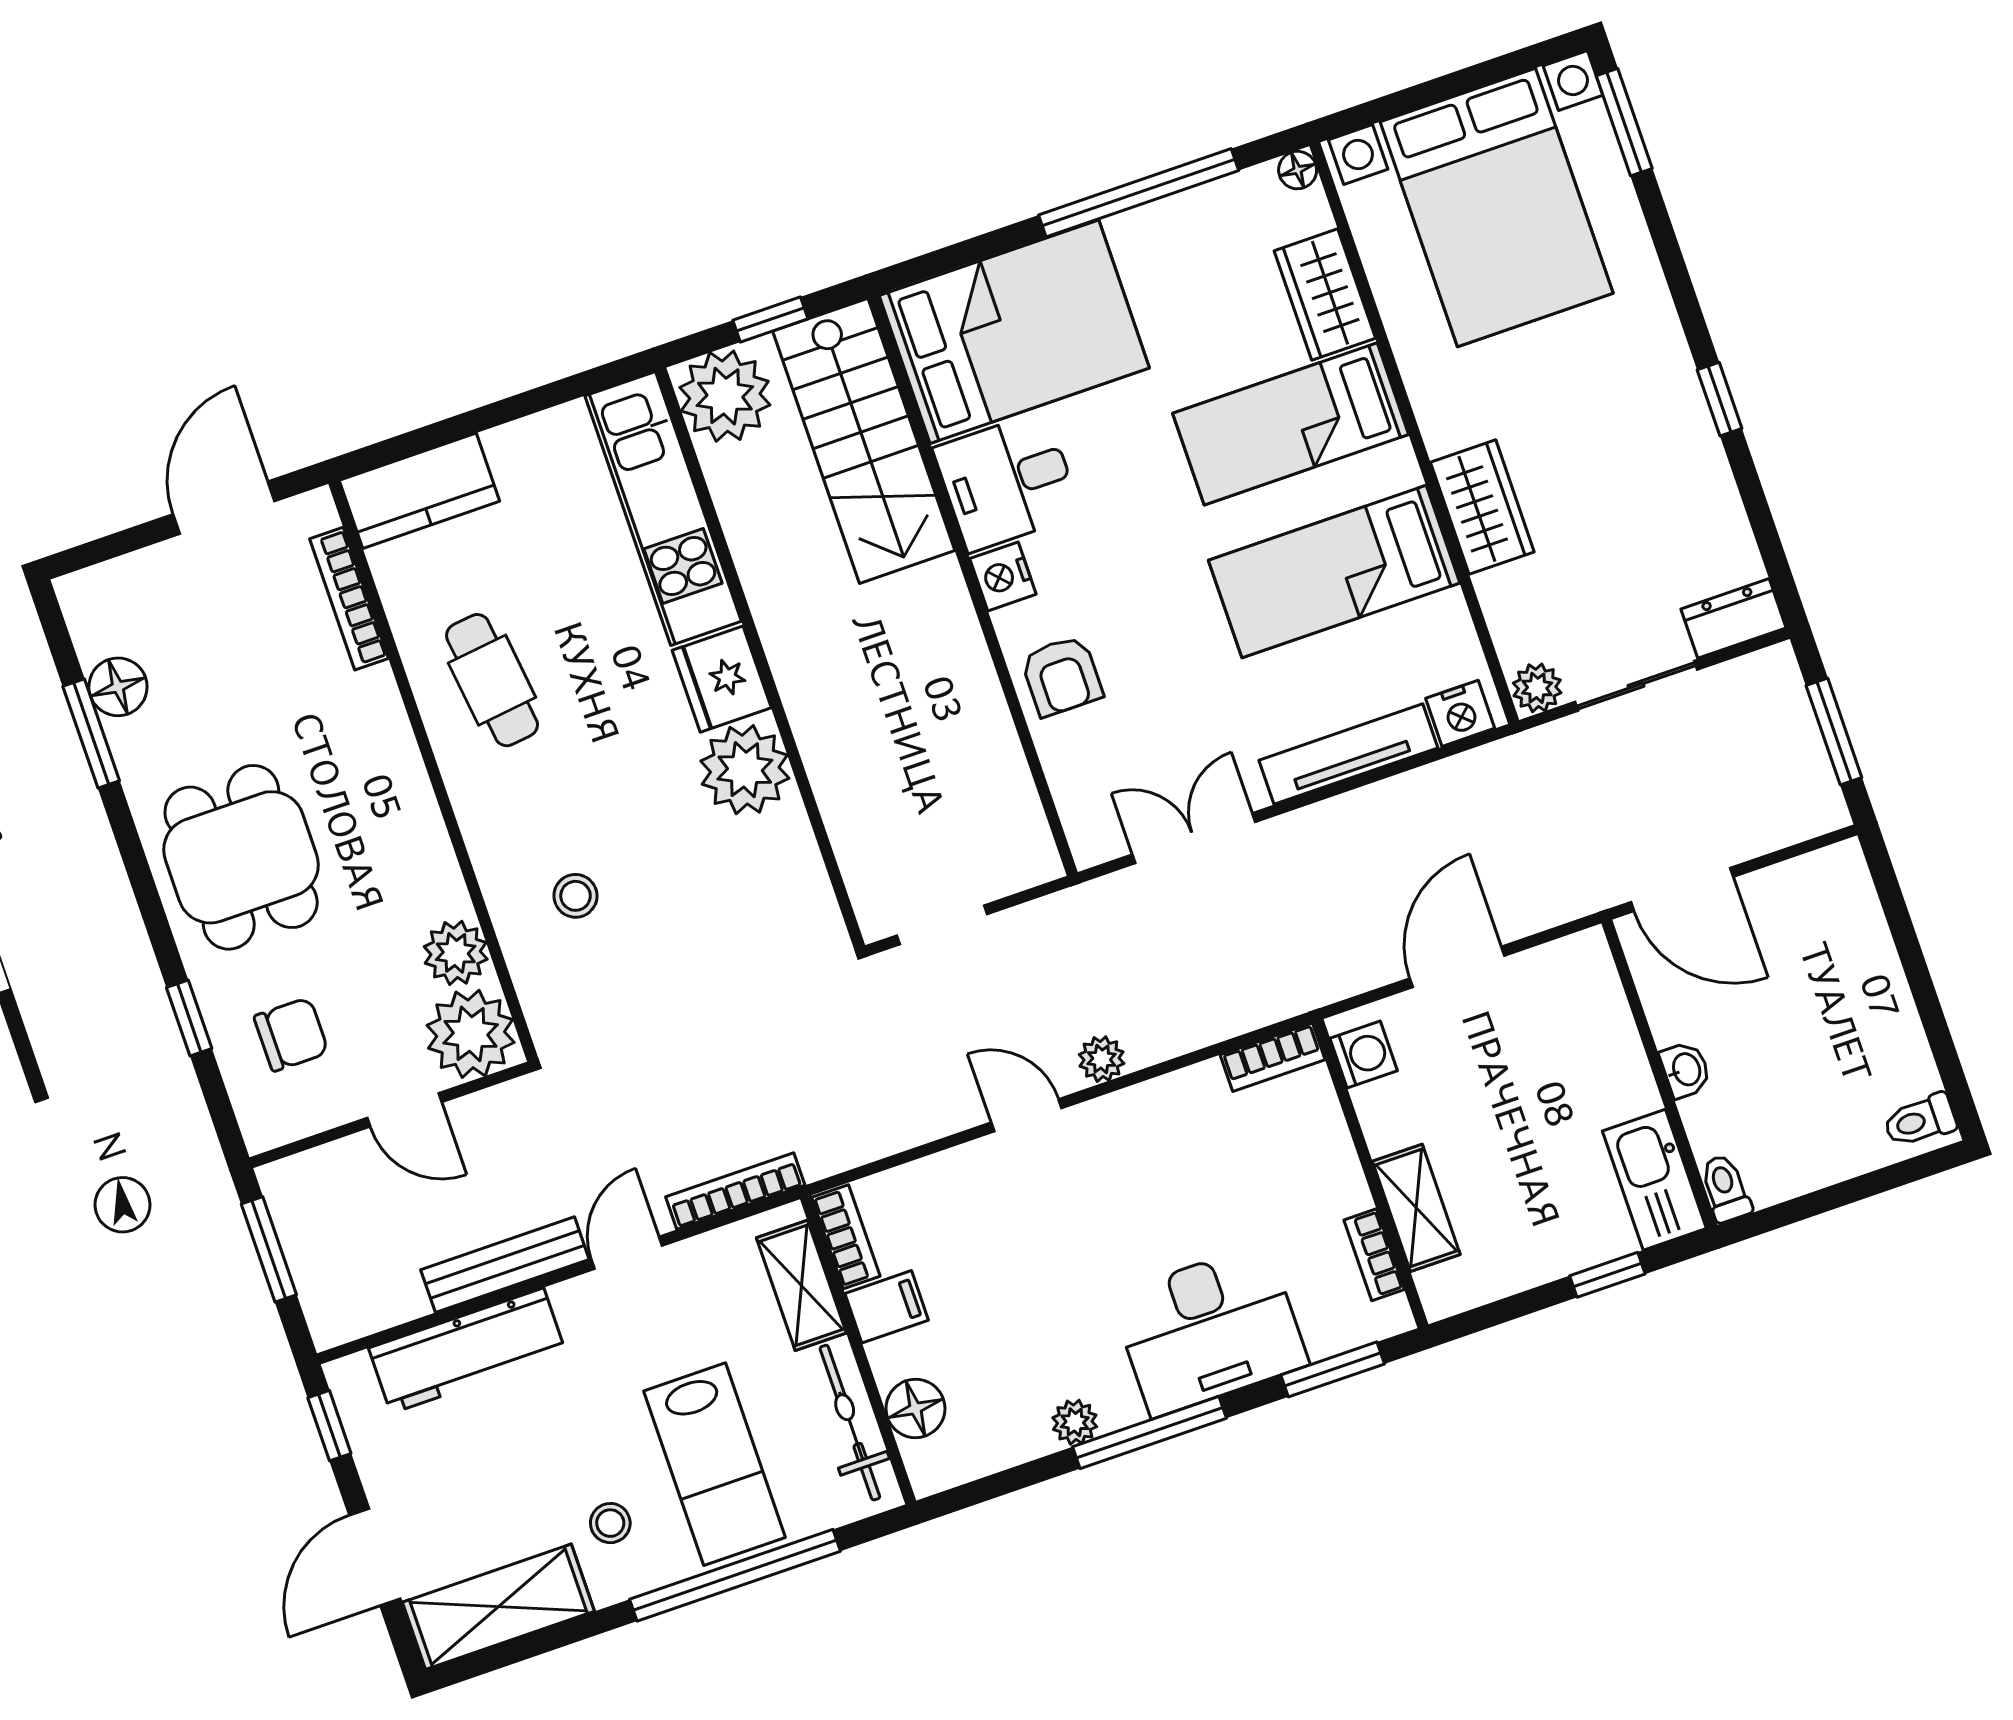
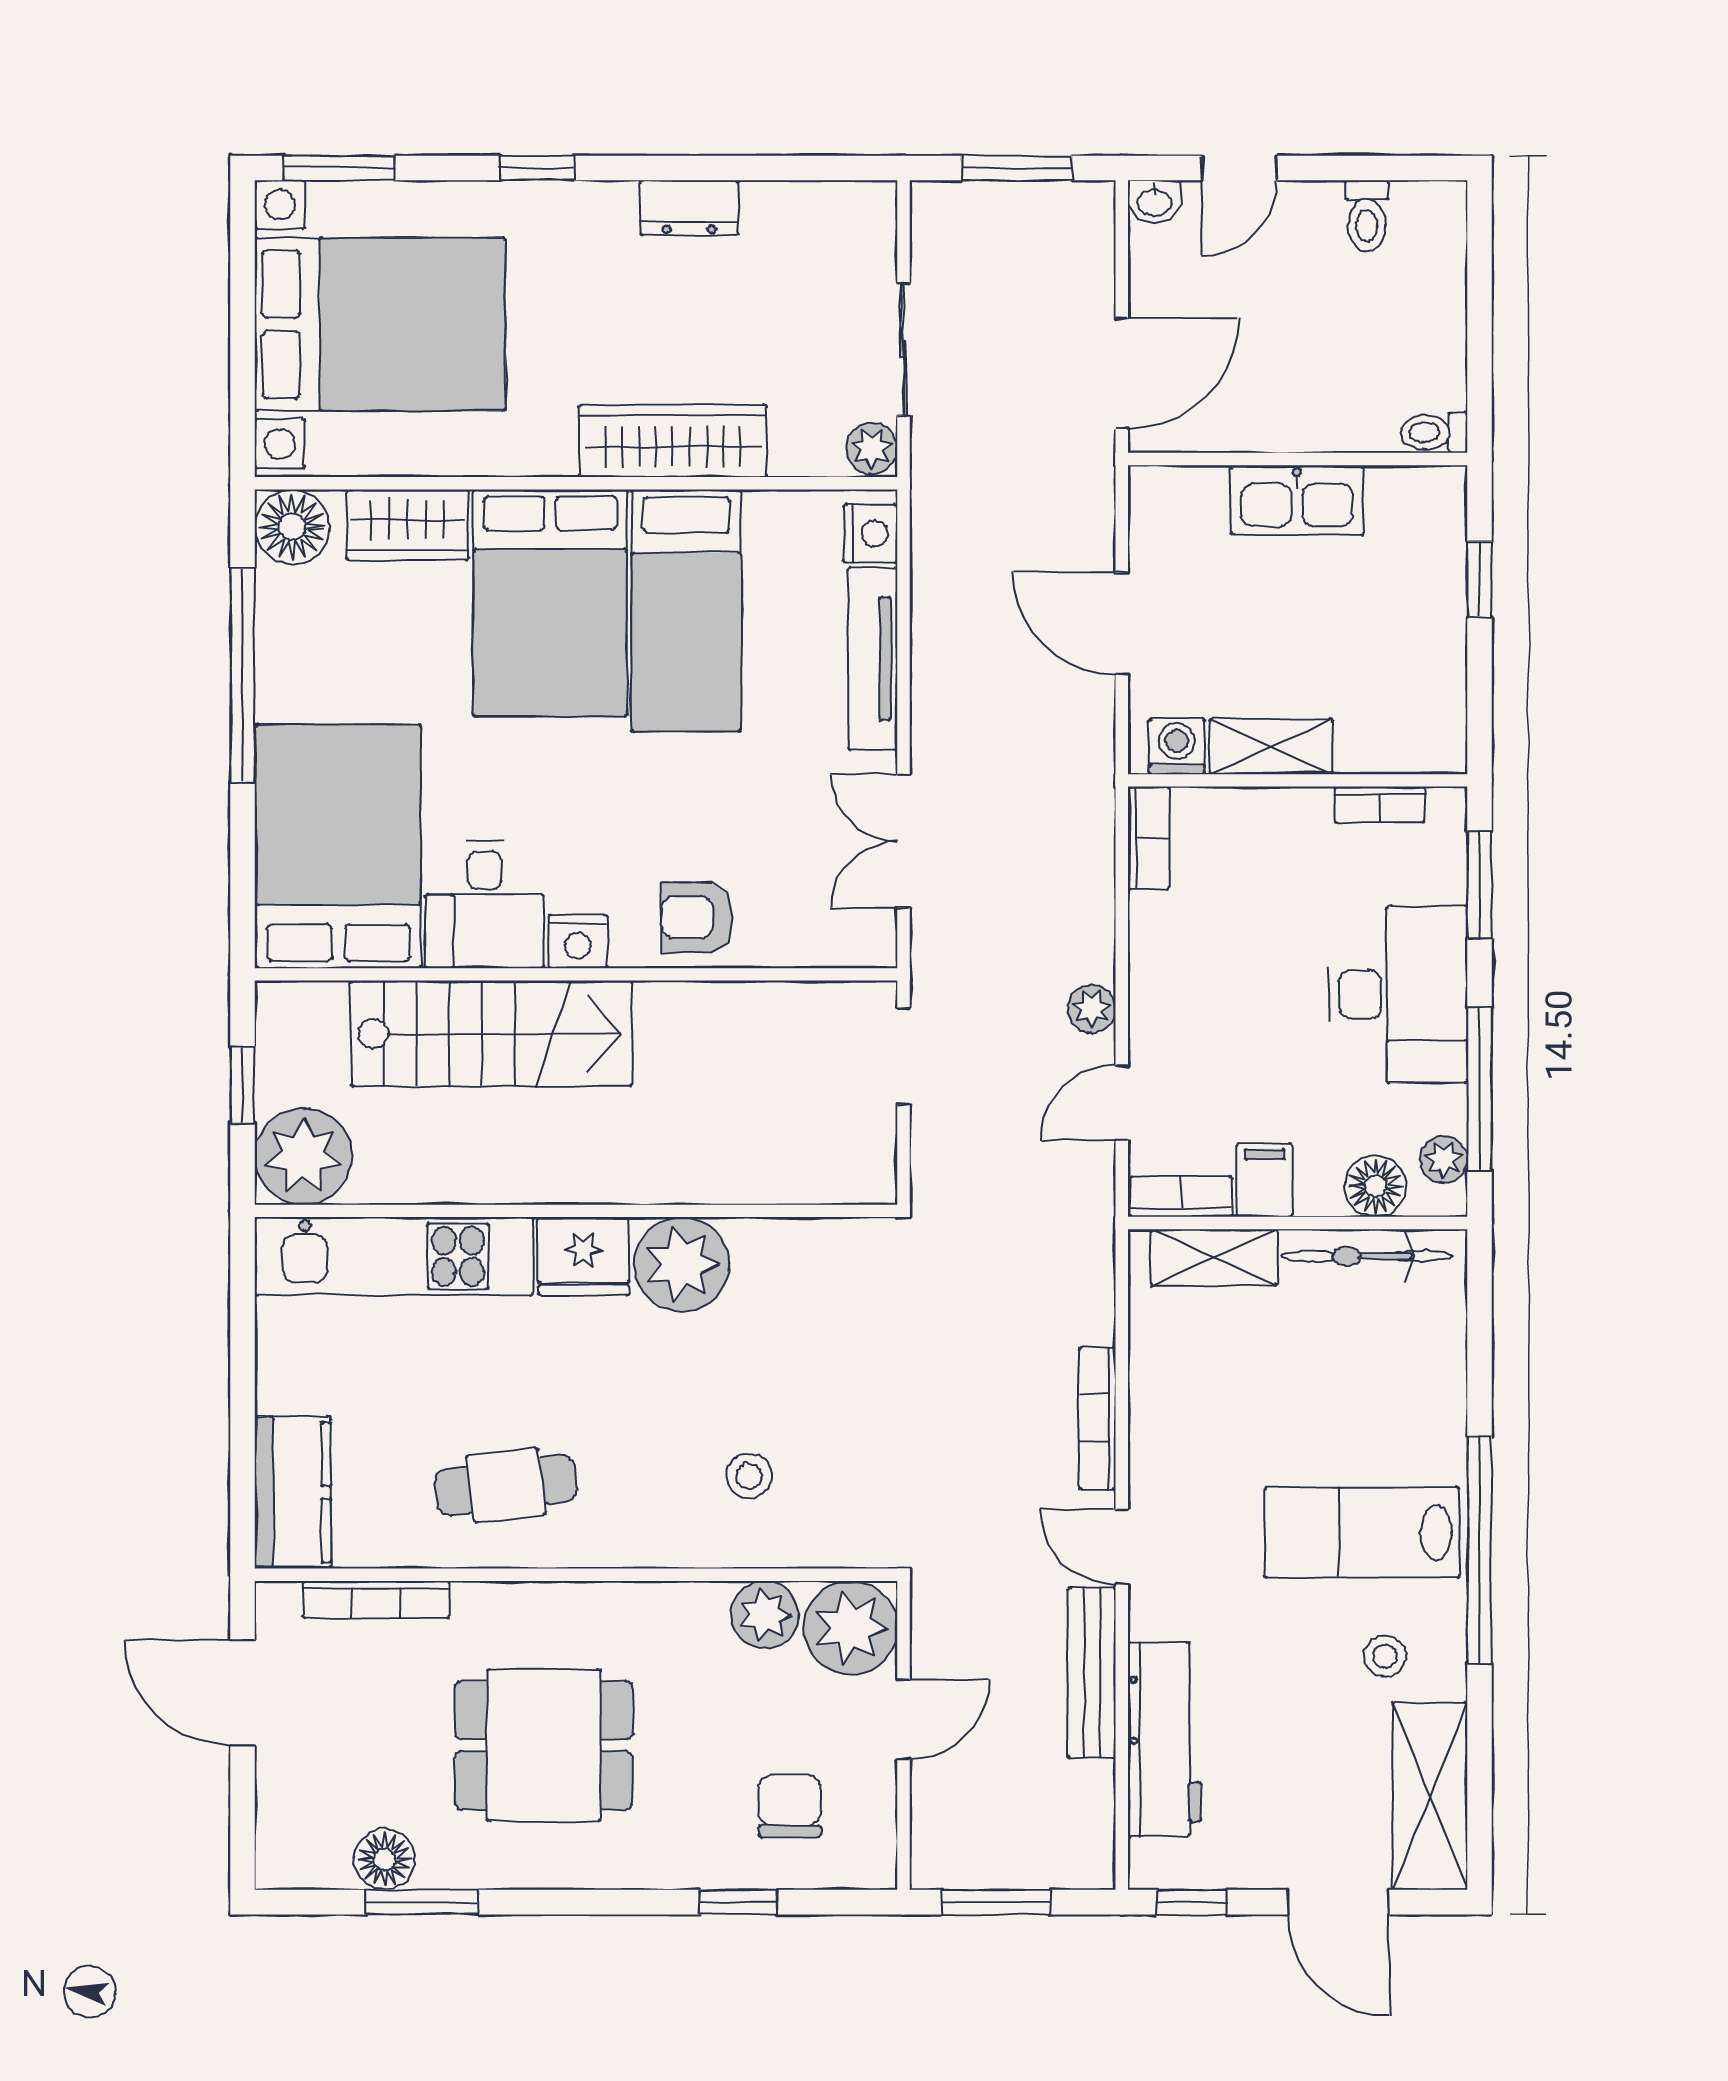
floor lamp: (1298, 170) -> (292, 527), width x1.89, depth x1.89
window: (1720, 399) -> (537, 168), moved
bed: (1291, 424) -> (550, 603), width x1.50
stairs: (864, 441) -> (491, 1033), moved
wardrobe: (1482, 507) -> (673, 441), width x1.50
dresser: (1734, 618) -> (689, 208), moved, turned -90
armchair: (1062, 676) -> (697, 917), turned 180
dining table: (241, 857) -> (544, 1745), moved
doorway: (942, 925) -> (904, 1056), moved
door: (1903, 931) -> (1239, 168), added
washbasin: (1685, 1070) -> (1154, 202), moved, turned 180
toilet: (1920, 1121) -> (1367, 216), moved
kitchen sink: (1654, 1180) -> (1297, 500), moved
shelving: (1416, 1208) -> (1271, 747), moved
bookcase: (846, 1237) -> (1181, 1197), moved
shelving: (801, 1285) -> (1214, 1257), moved
filing cabinet: (887, 1307) -> (1264, 1180), moved
wall: (858, 1350) -> (1298, 1223), moved
floor lamp: (915, 1408) -> (1375, 1186), moved
bicycle: (850, 1423) -> (1367, 1256), moved
lab bench: (715, 1464) -> (1362, 1532), turned 180

